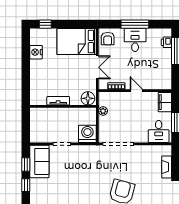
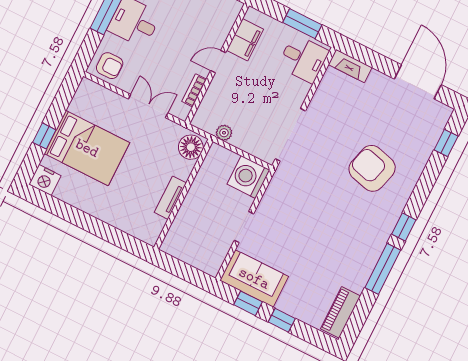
window: (45, 24) -> (44, 136), moved
bed: (77, 41) -> (87, 148), moved, turned -90
nightstand: (36, 52) -> (45, 180), moved
filing cabinet: (165, 102) -> (245, 40), moved, turned -90
fireplace: (167, 167) -> (350, 66), moved

